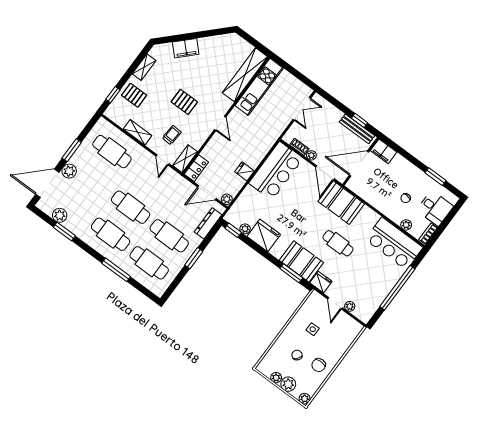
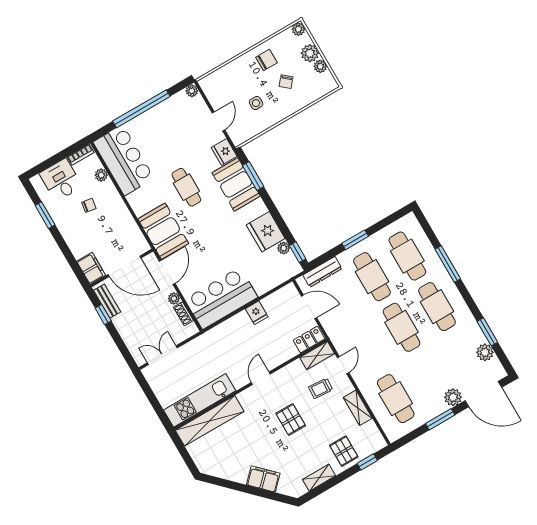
bench: (357, 129) -> (107, 301), width x0.73
plant: (227, 199) -> (290, 290), removed
plant: (350, 306) -> (192, 91), moved

